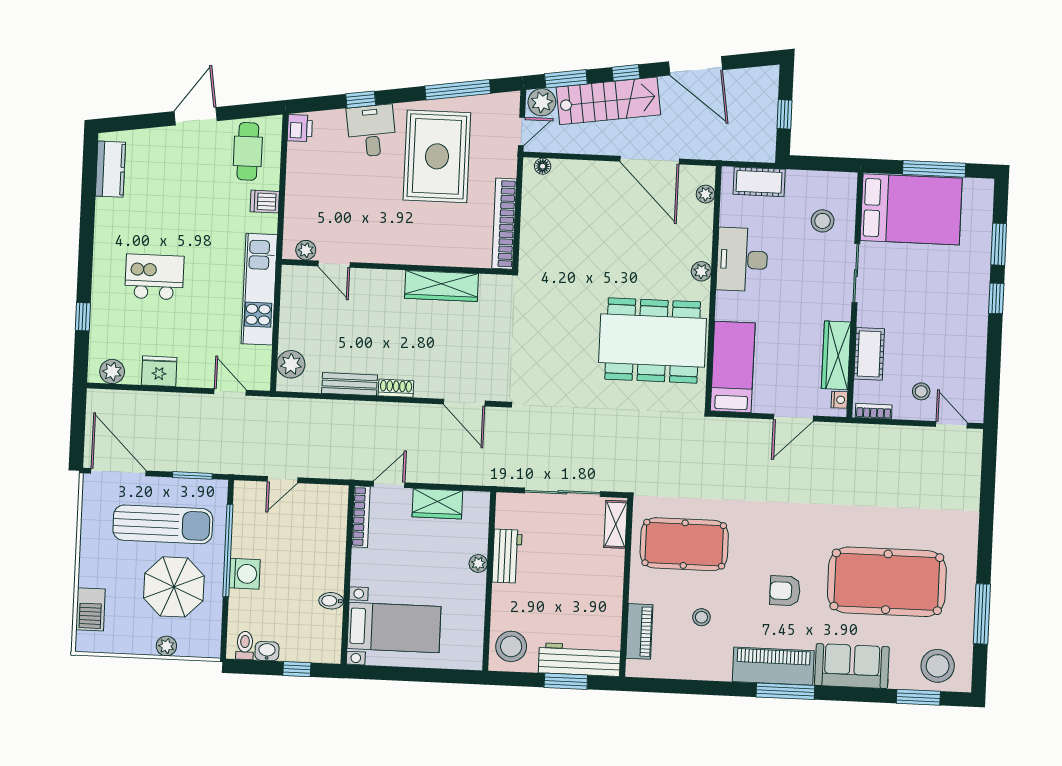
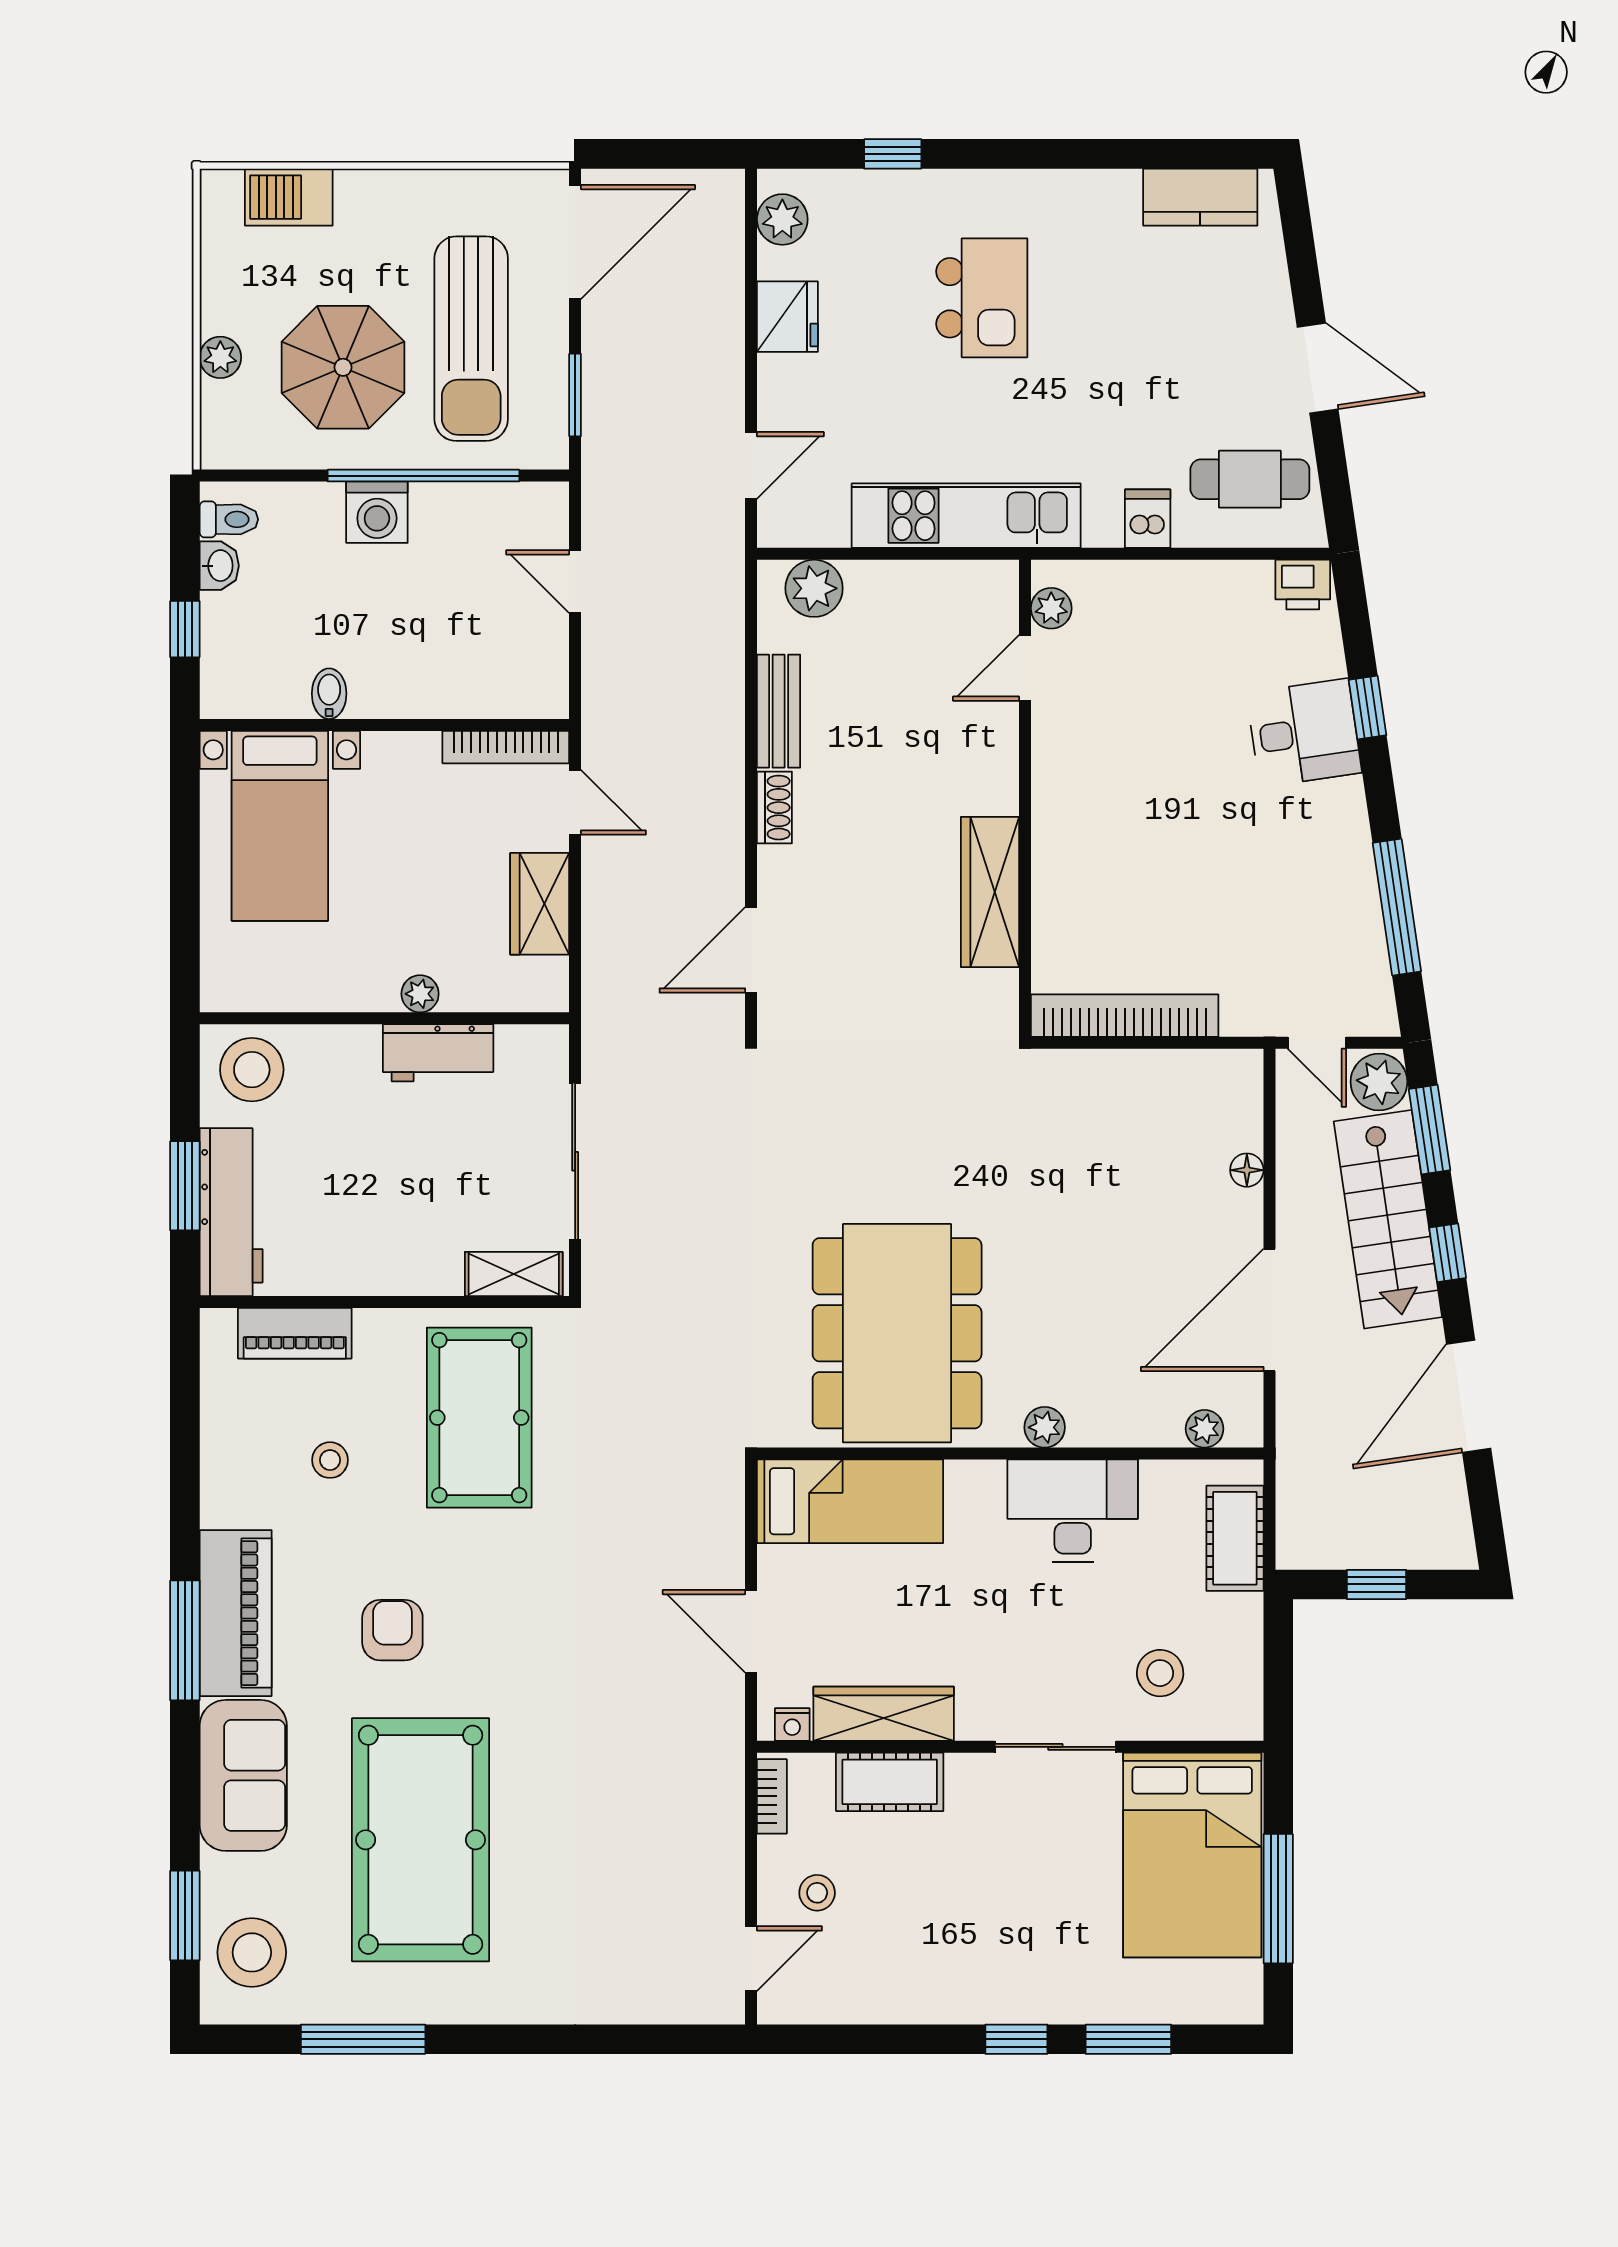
rug: (437, 156) -> (1257, 870), removed
floor lamp: (543, 166) -> (1247, 1170), moved

